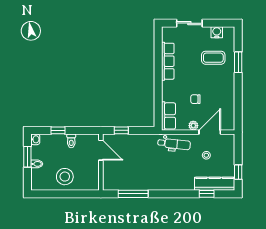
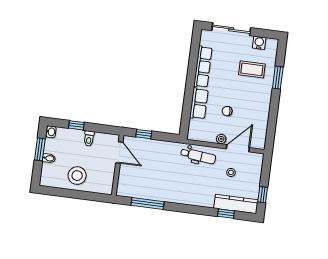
sliding door: (189, 23) -> (231, 29), width x1.37
row of seats: (168, 116) -> (199, 104), moved

